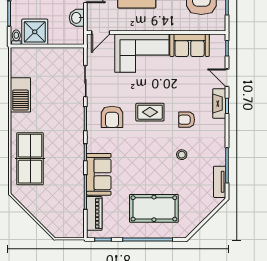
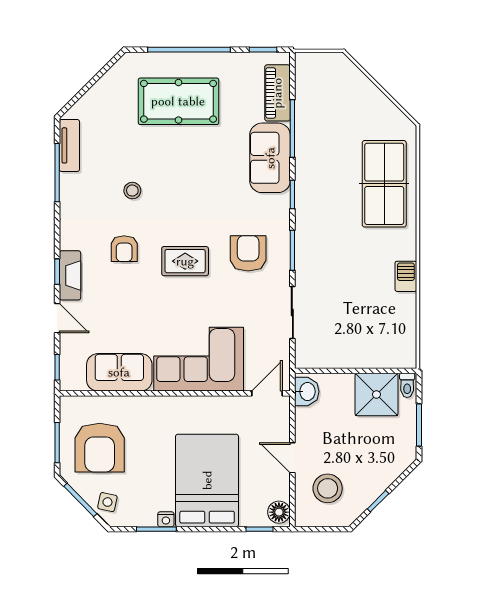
washbasin: (77, 18) -> (307, 392), moved
barbecue: (20, 95) -> (406, 276), width x0.53, depth x0.65
armchair: (187, 120) -> (124, 249), turned 90

